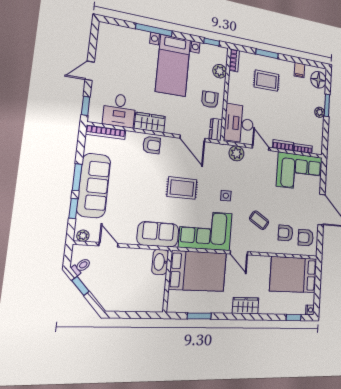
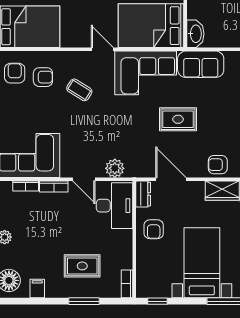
plant: (220, 71) -> (144, 266), removed
side table: (226, 196) -> (124, 116), removed
armchair: (306, 238) -> (15, 73), turned -90

